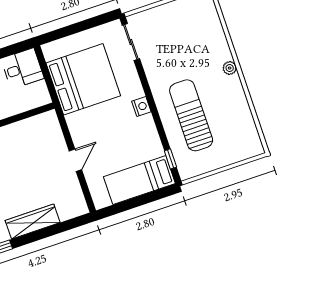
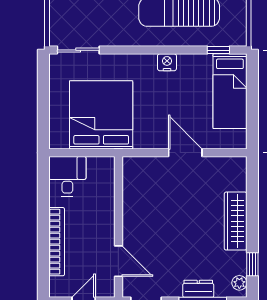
nightstand: (141, 106) -> (167, 62), moved
door: (75, 160) -> (185, 153), width x1.38

